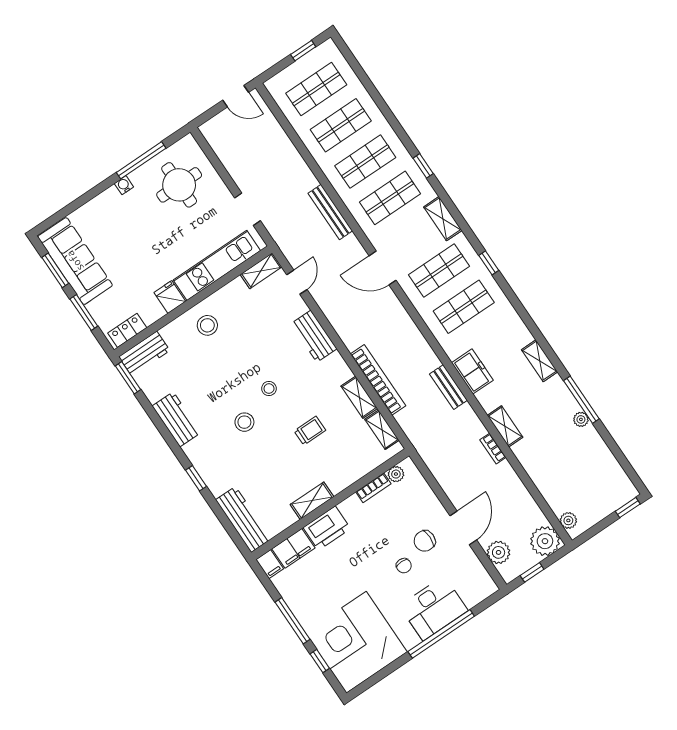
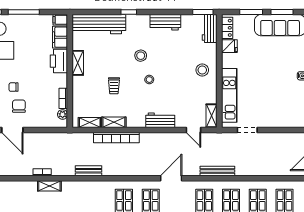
round table: (179, 185) -> (283, 104), removed
fridge: (170, 297) -> (229, 46), moved
freezer: (472, 371) -> (88, 188), removed
workbench: (243, 519) -> (99, 24), width x1.36, depth x1.32

